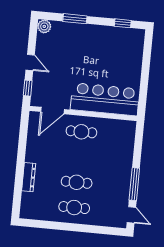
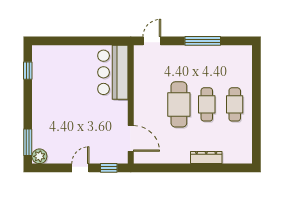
window: (75, 19) -> (28, 142), moved
bar counter: (105, 99) -> (113, 72), width x0.73
cafe table: (81, 132) -> (179, 104), moved, width x1.37, depth x1.35
door: (131, 215) -> (152, 41), moved

